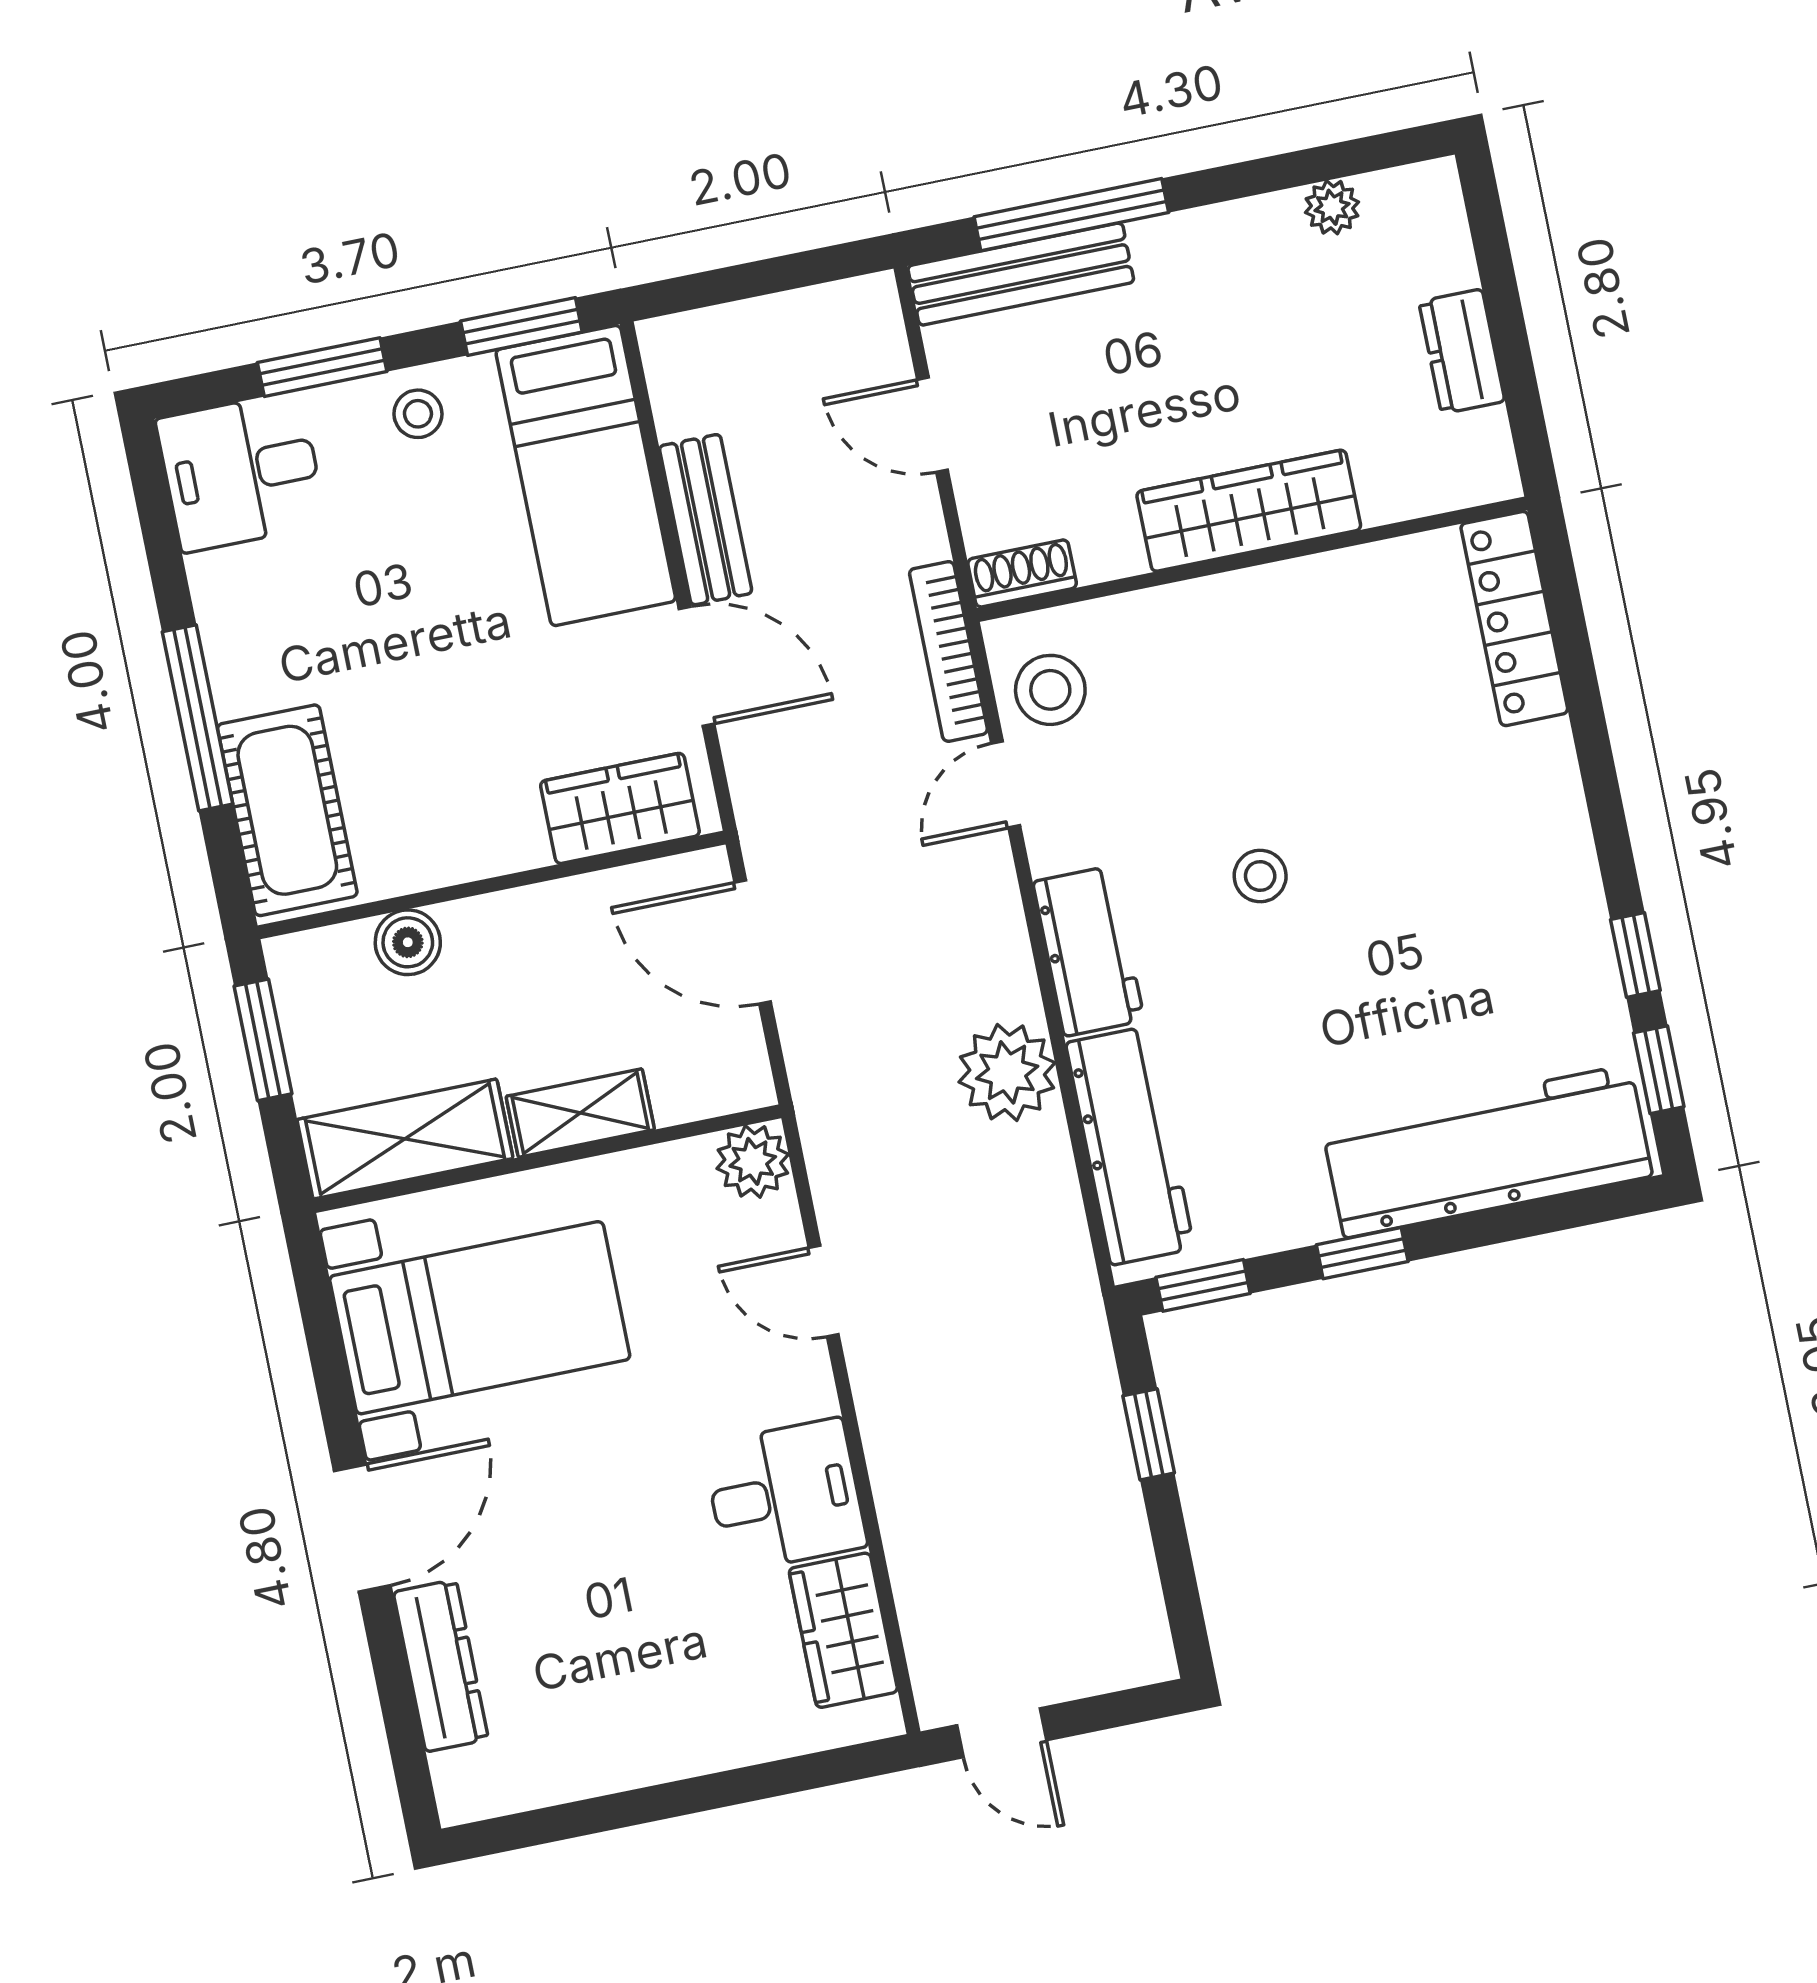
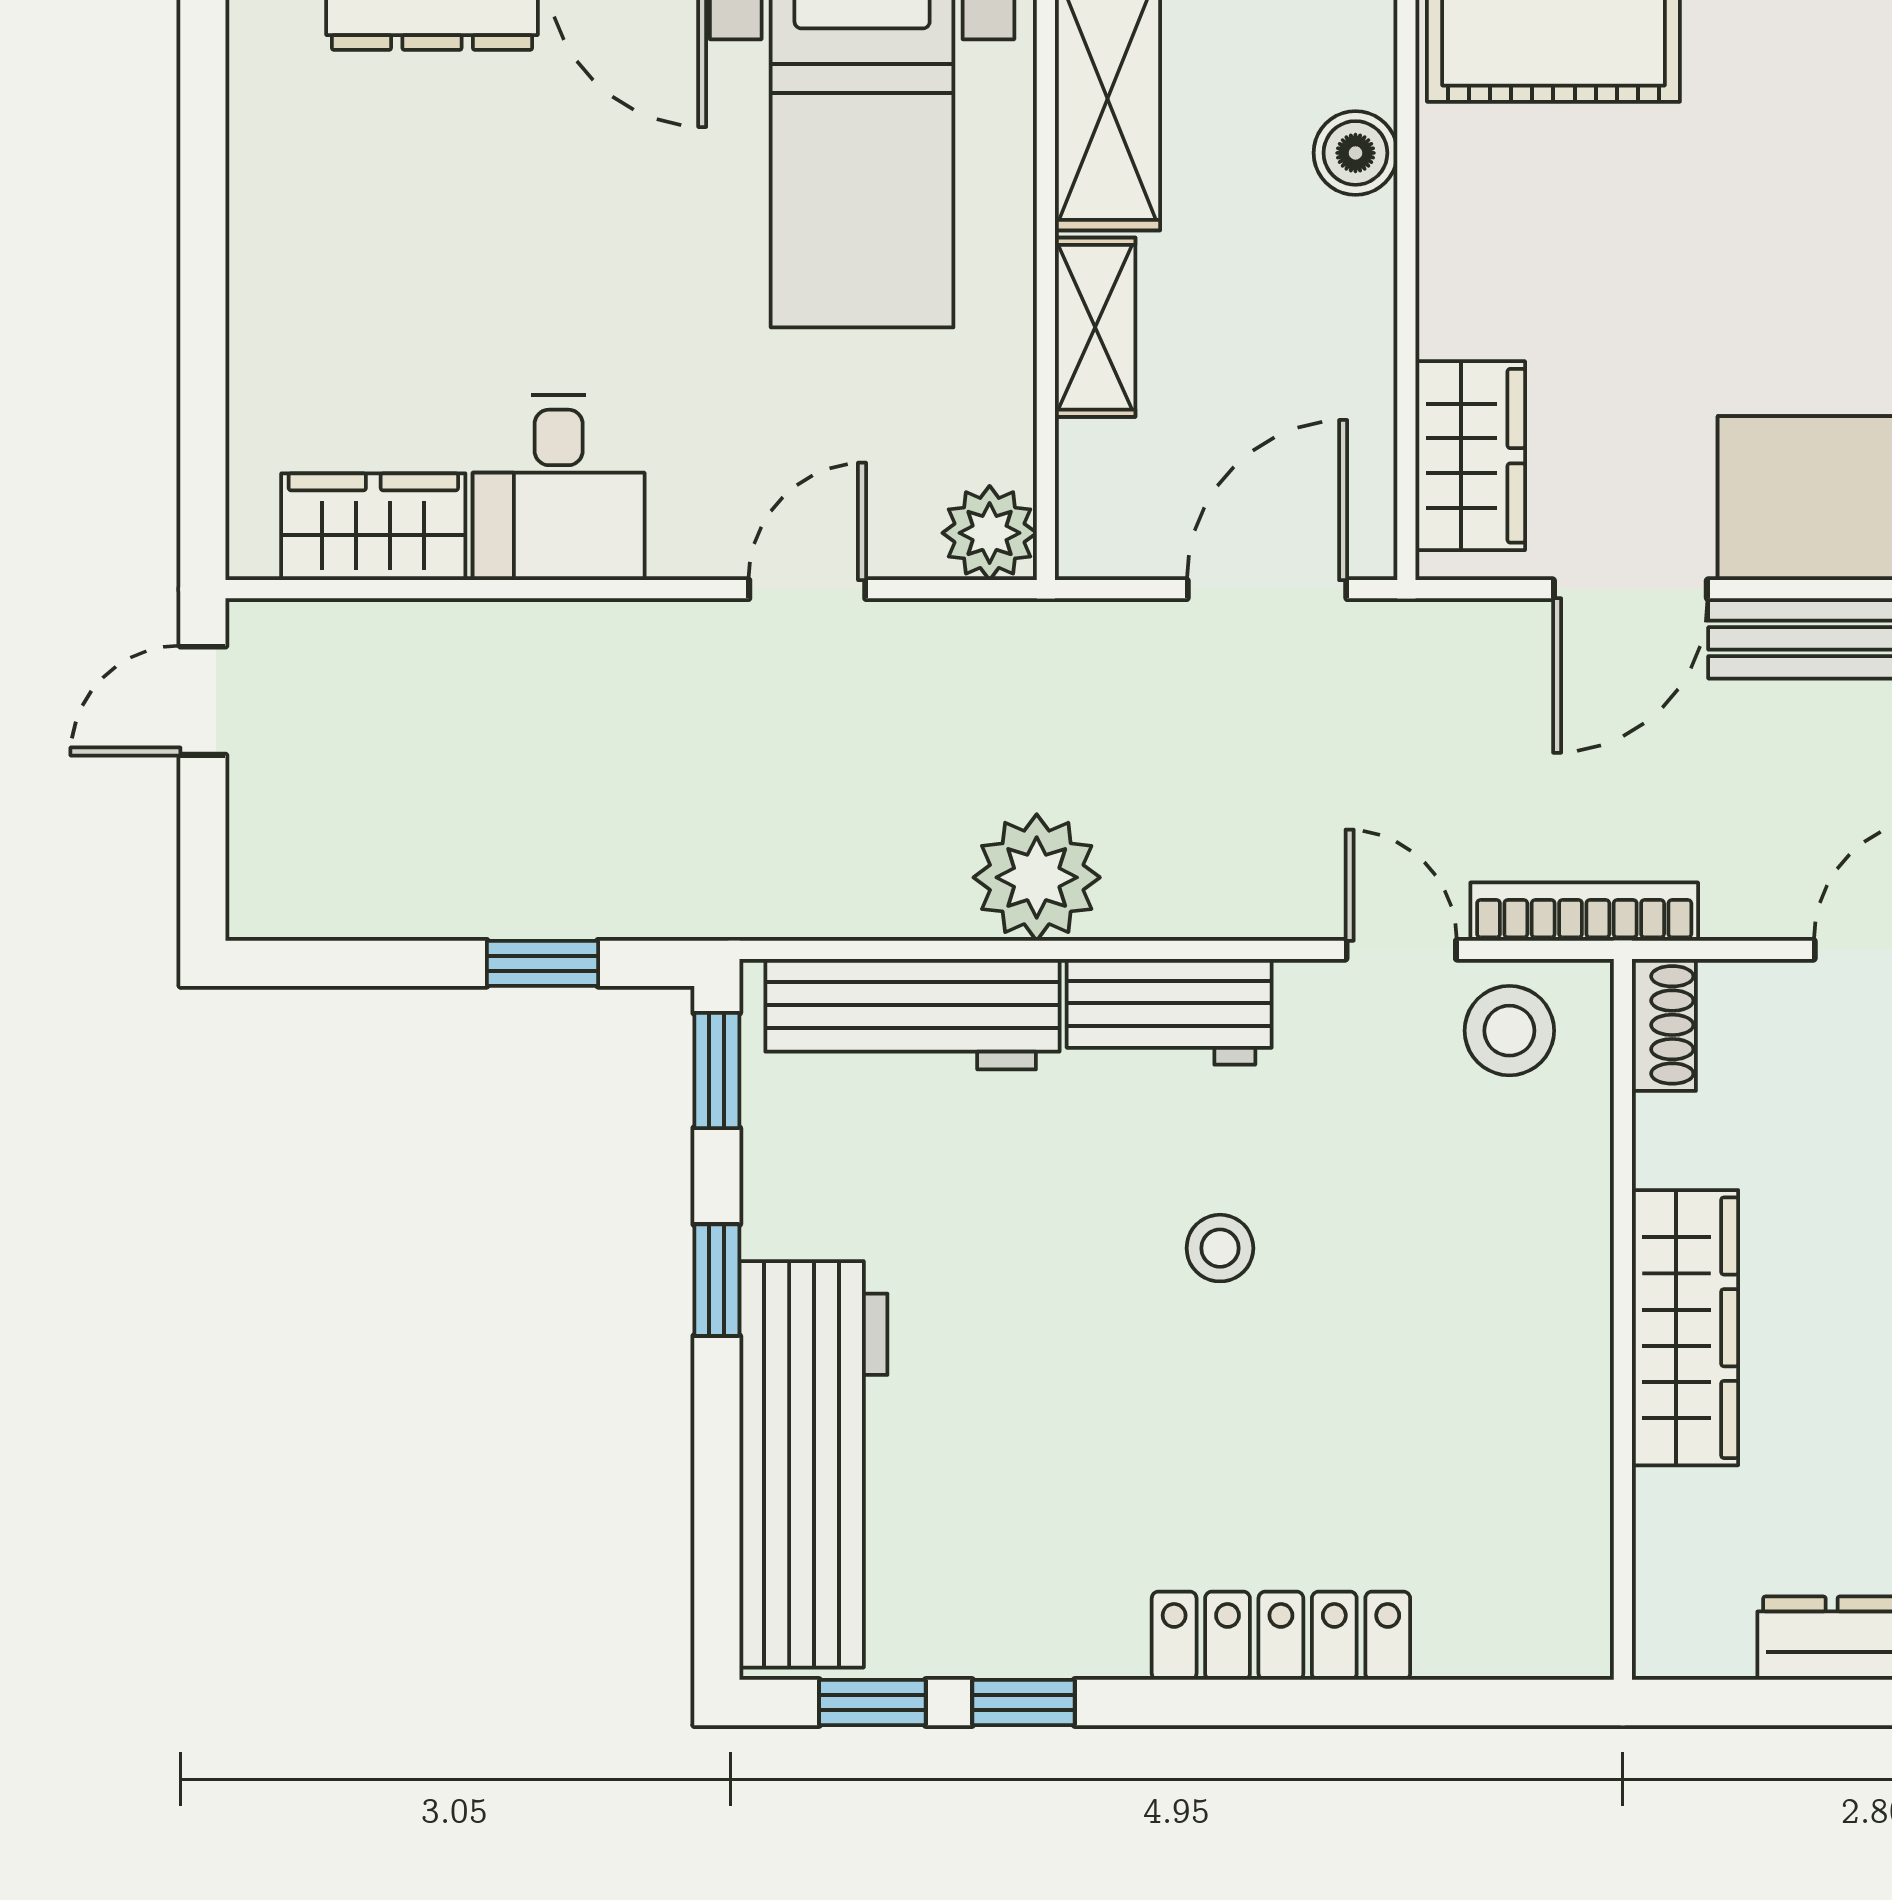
locker: (1514, 619) -> (1281, 1636), moved

